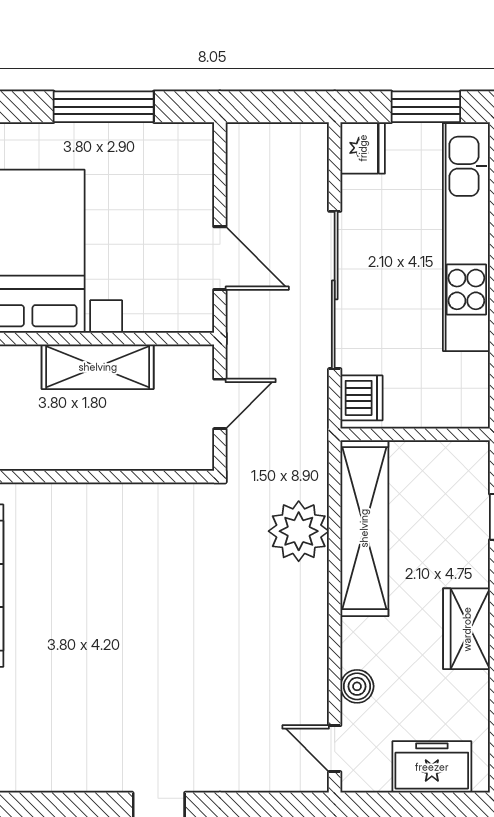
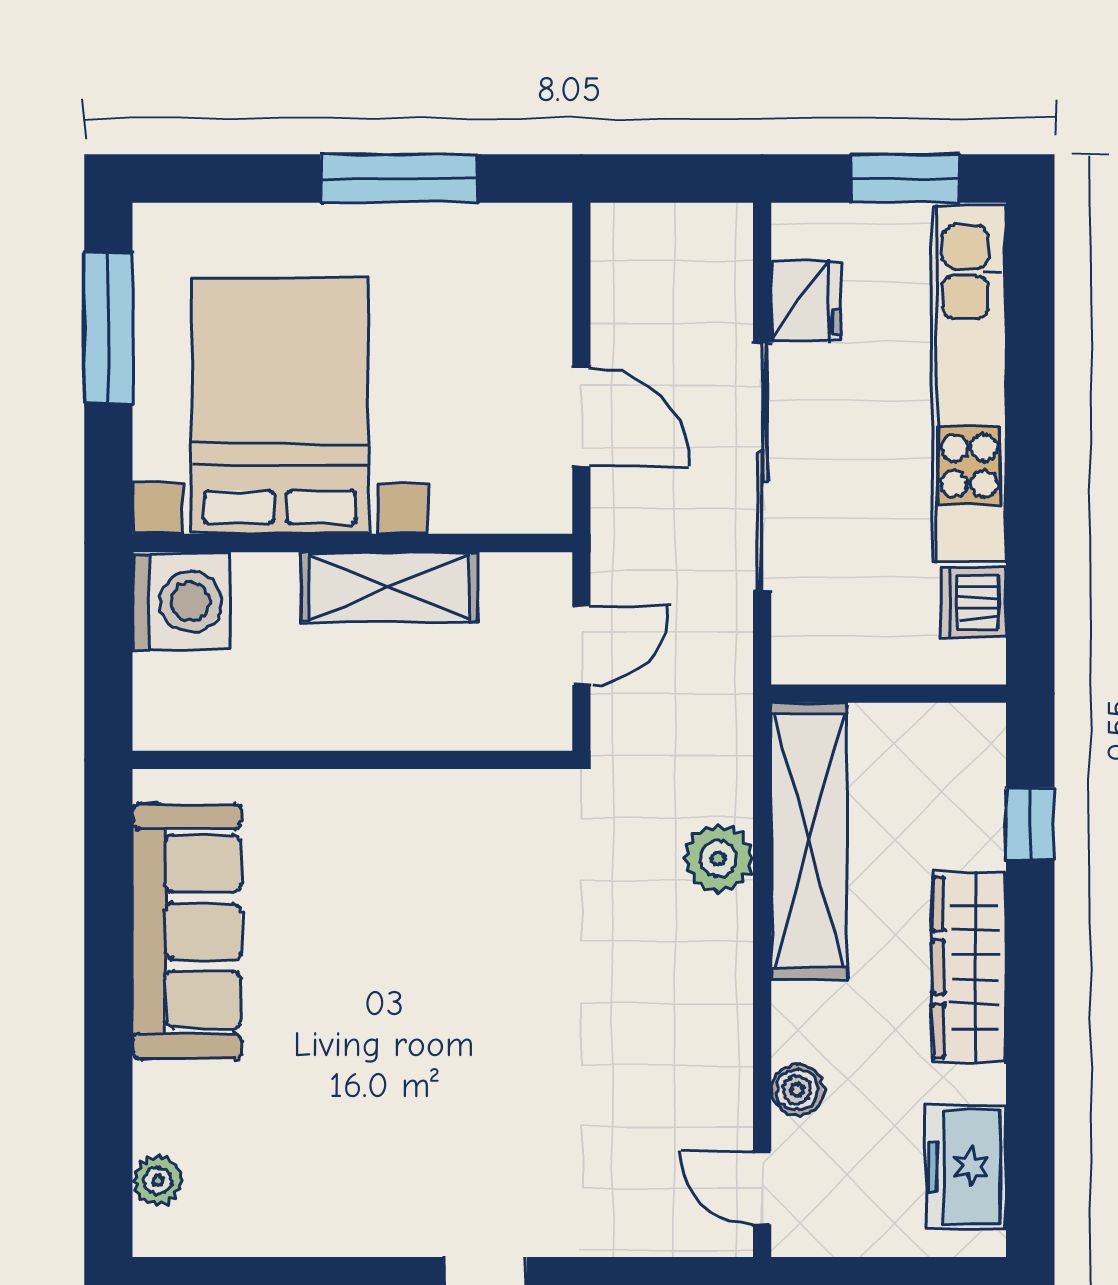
fridge: (363, 148) -> (806, 301), moved
dishwasher: (362, 398) -> (973, 603), moved, turned 180
plant: (299, 531) -> (718, 859), width x0.73, depth x0.73
wardrobe: (467, 629) -> (969, 967), width x1.50
freezer: (432, 767) -> (966, 1167), moved, turned -90

